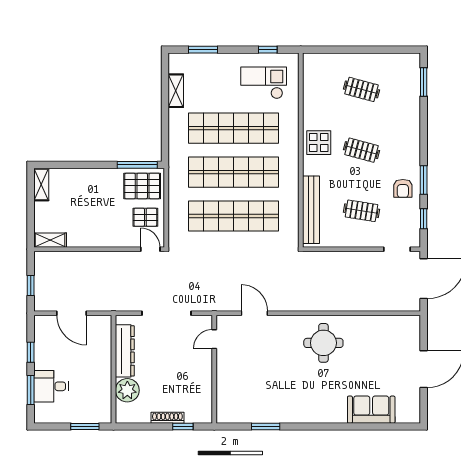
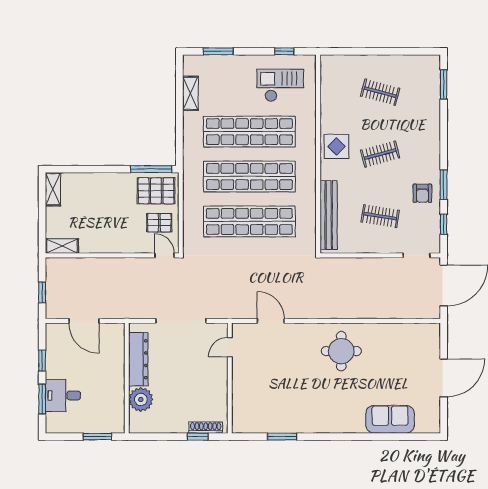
clothes rail: (361, 150) -> (380, 154), turned -30
shoe rack: (167, 418) -> (206, 428), moved

